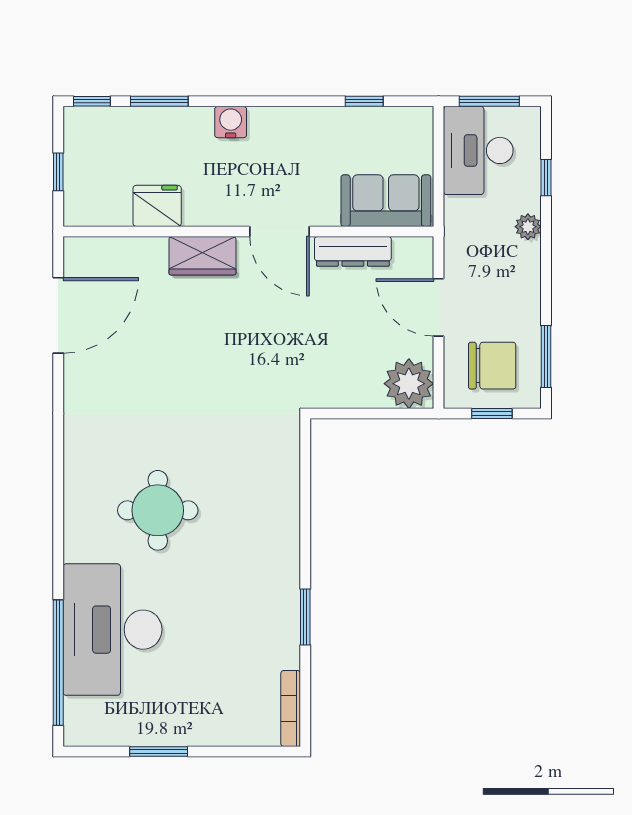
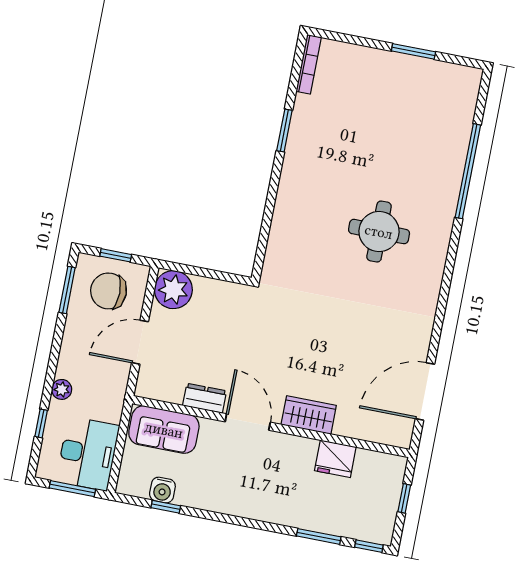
water cooler: (231, 122) -> (162, 490), moved
dresser: (353, 251) -> (205, 398), width x0.70
door: (439, 307) -> (140, 342), swing flipped
desk: (112, 630) -> (430, 149), removed
window: (58, 663) -> (468, 171), moved

